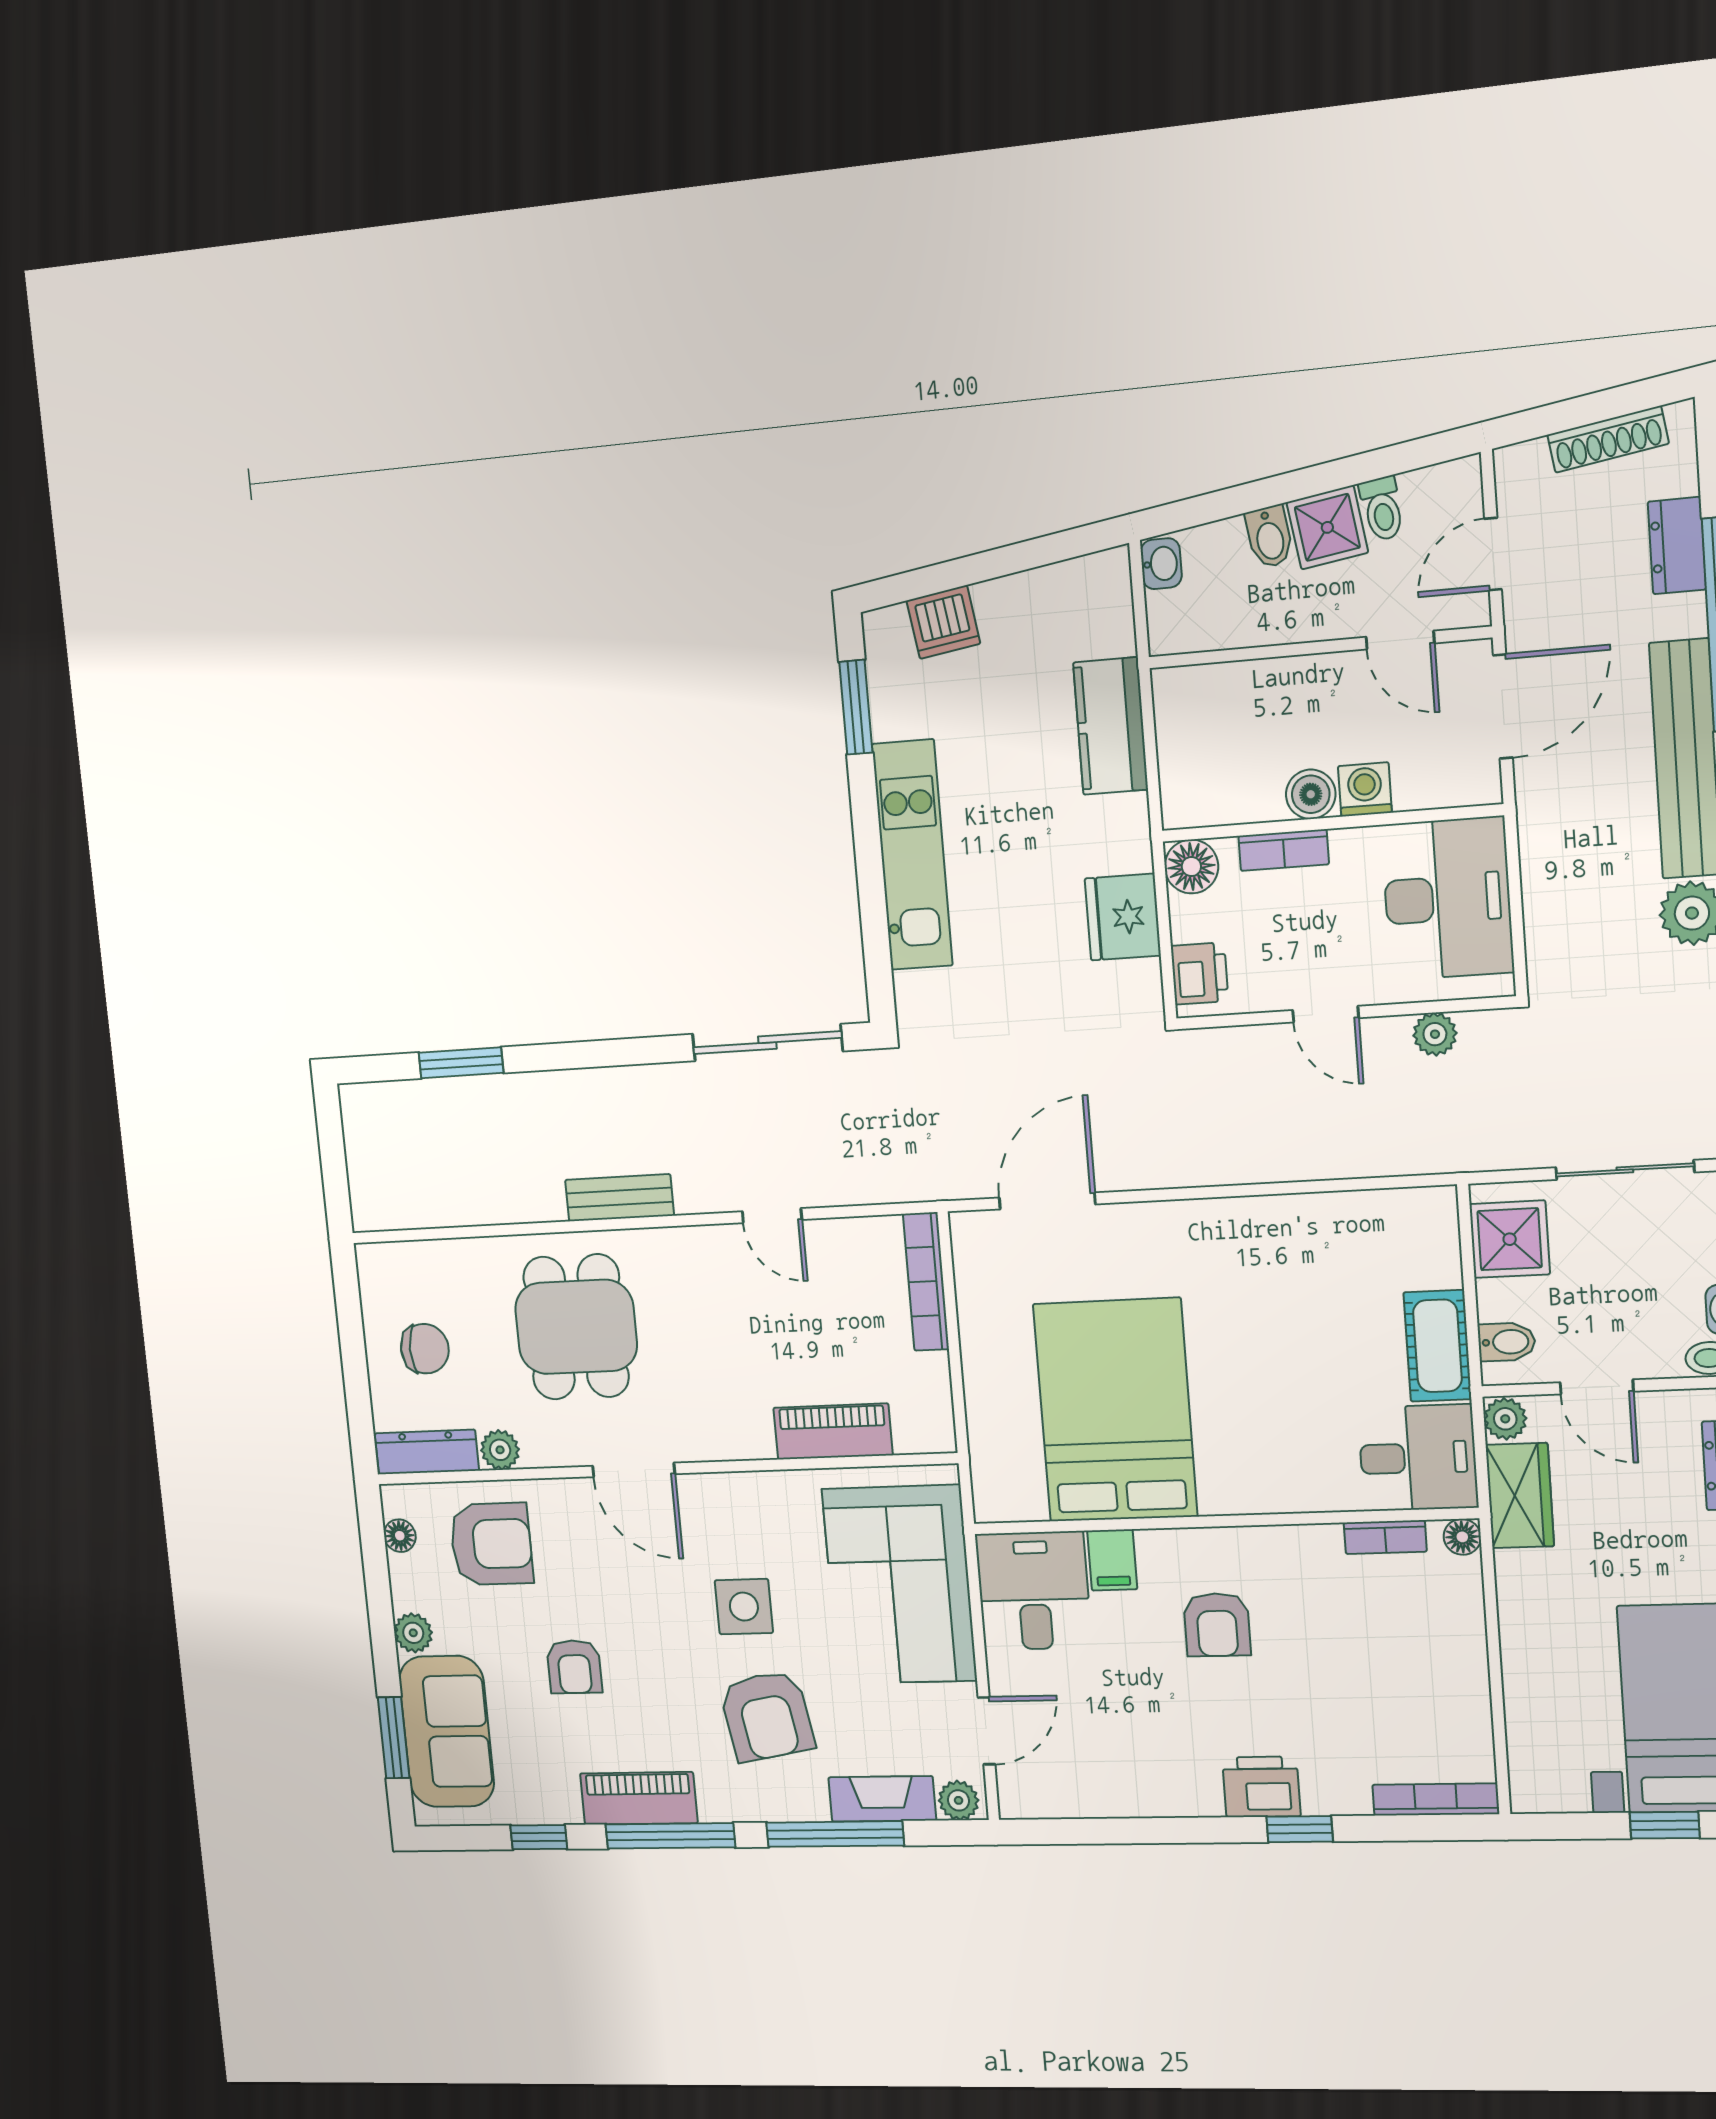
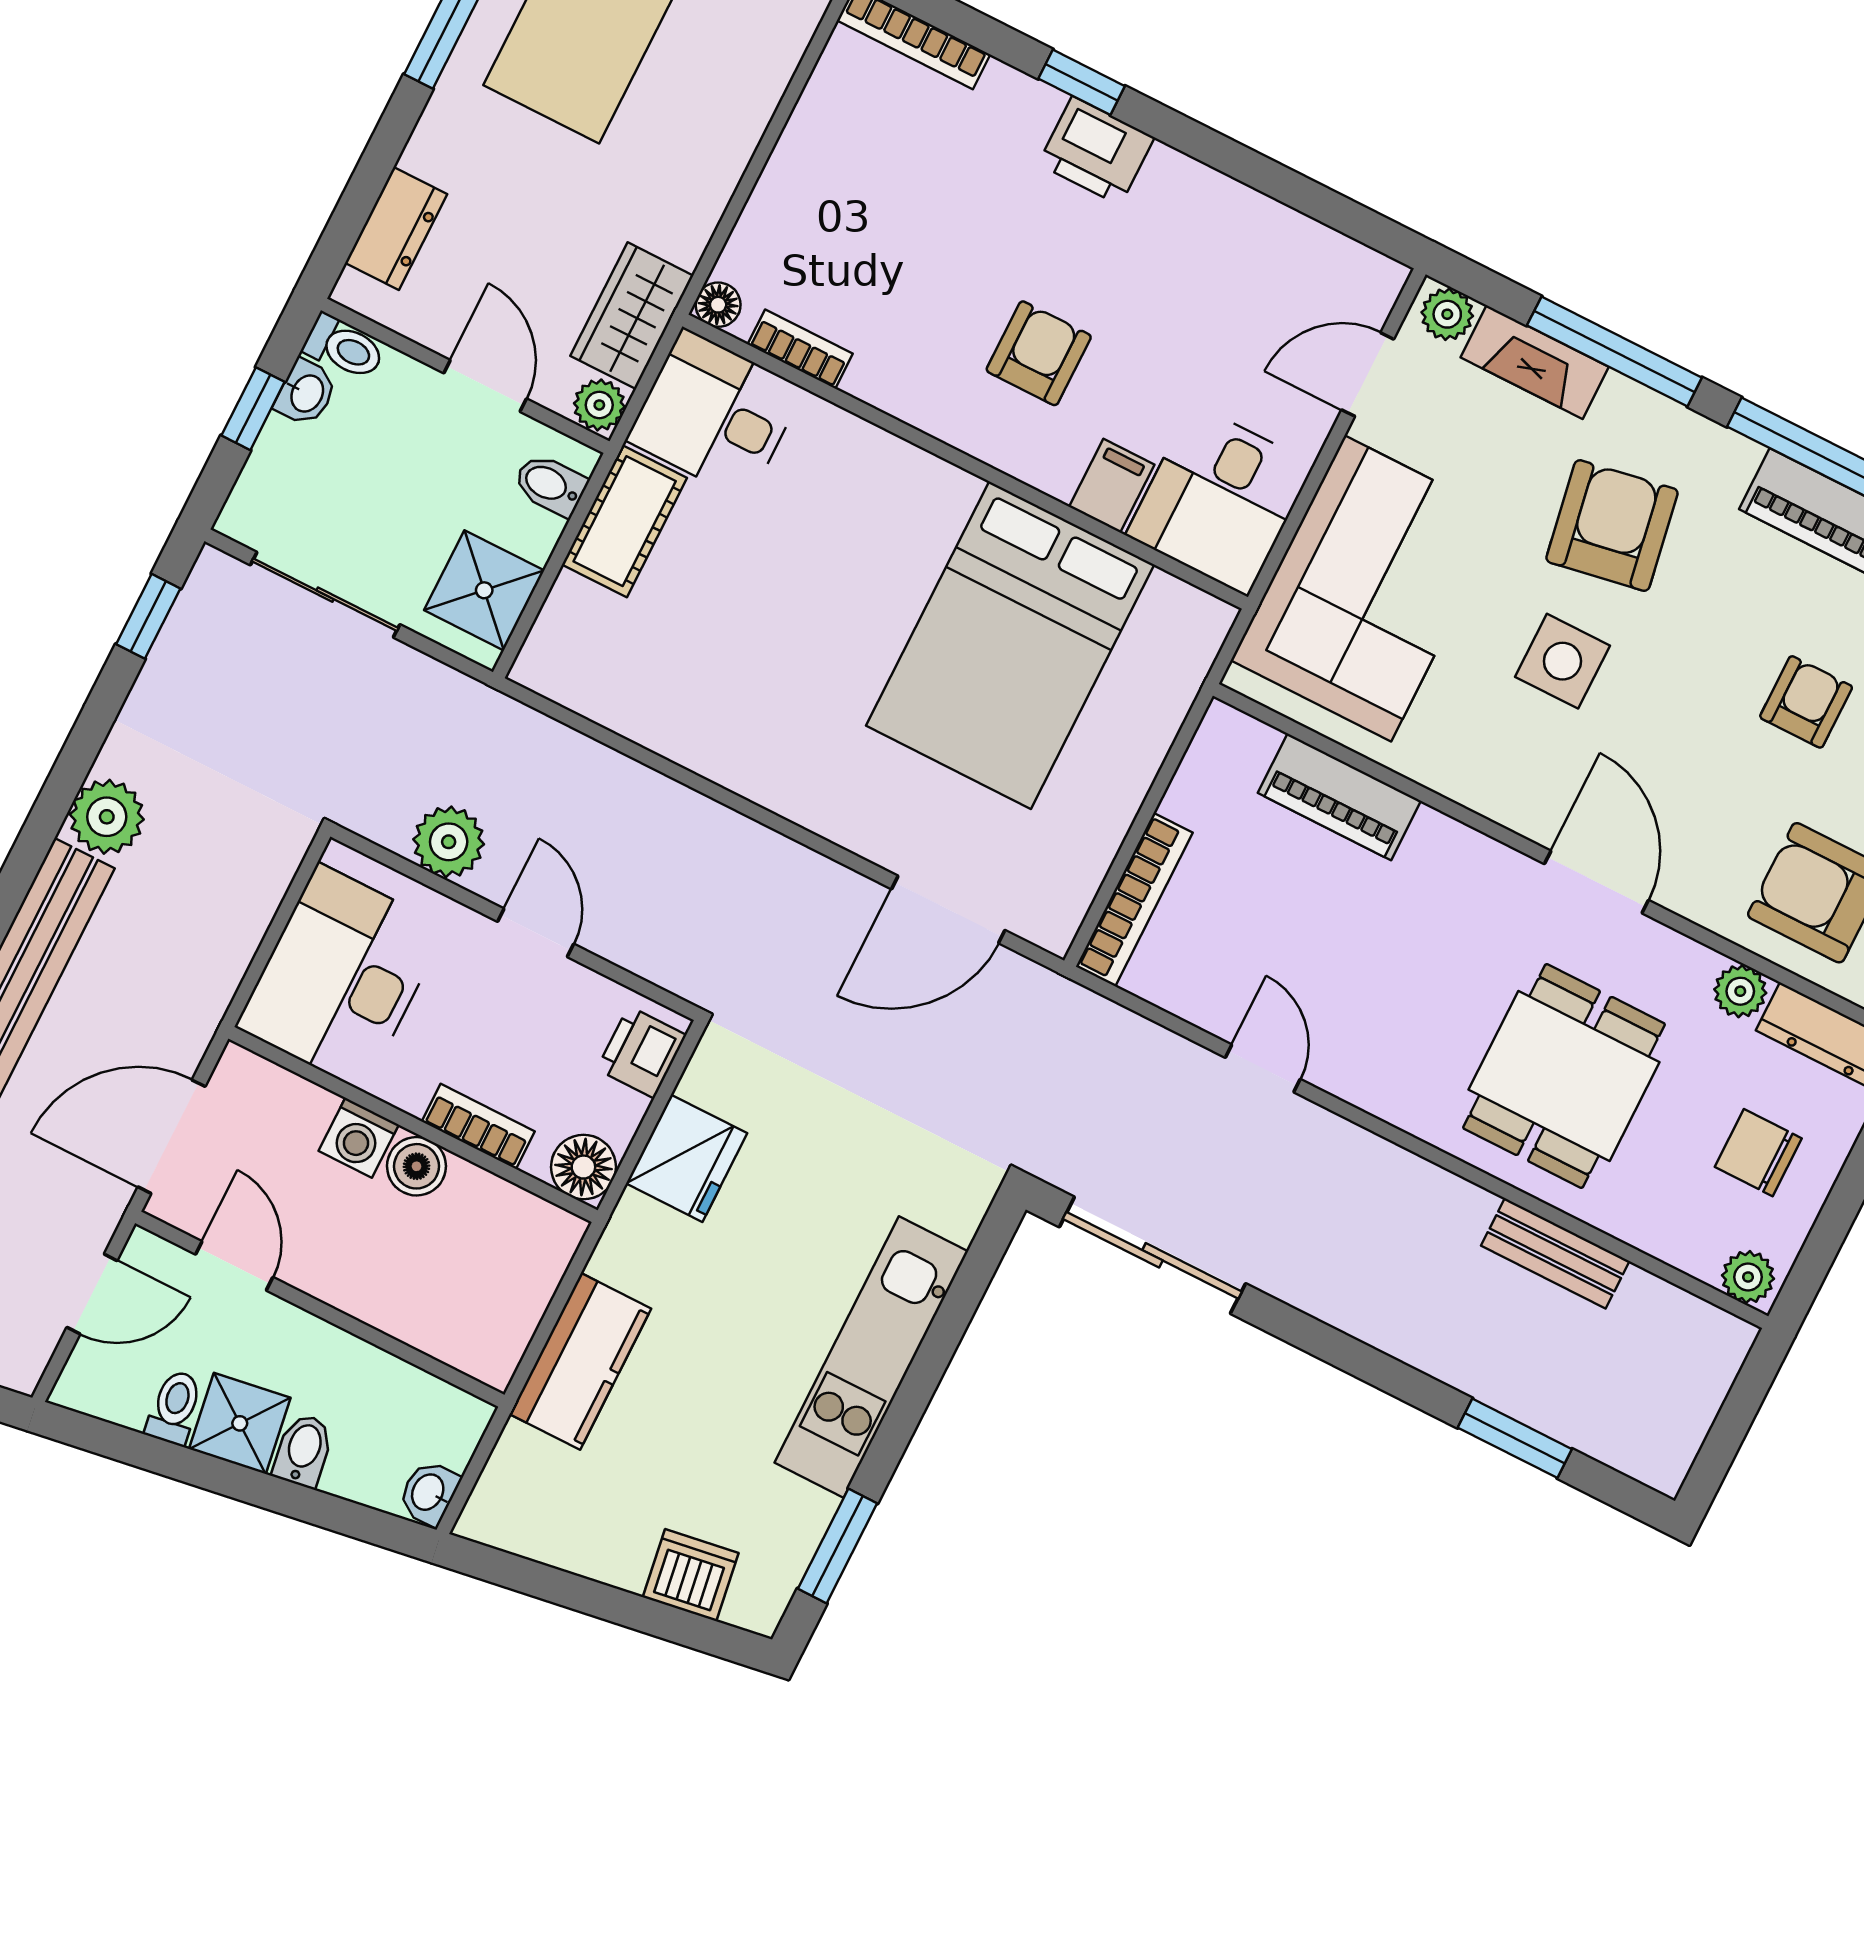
plant: (1435, 1034) -> (449, 842), width x1.38, depth x1.38
bench: (620, 1198) -> (1555, 1253), moved
plant: (382, 1262) -> (1748, 1277), added

